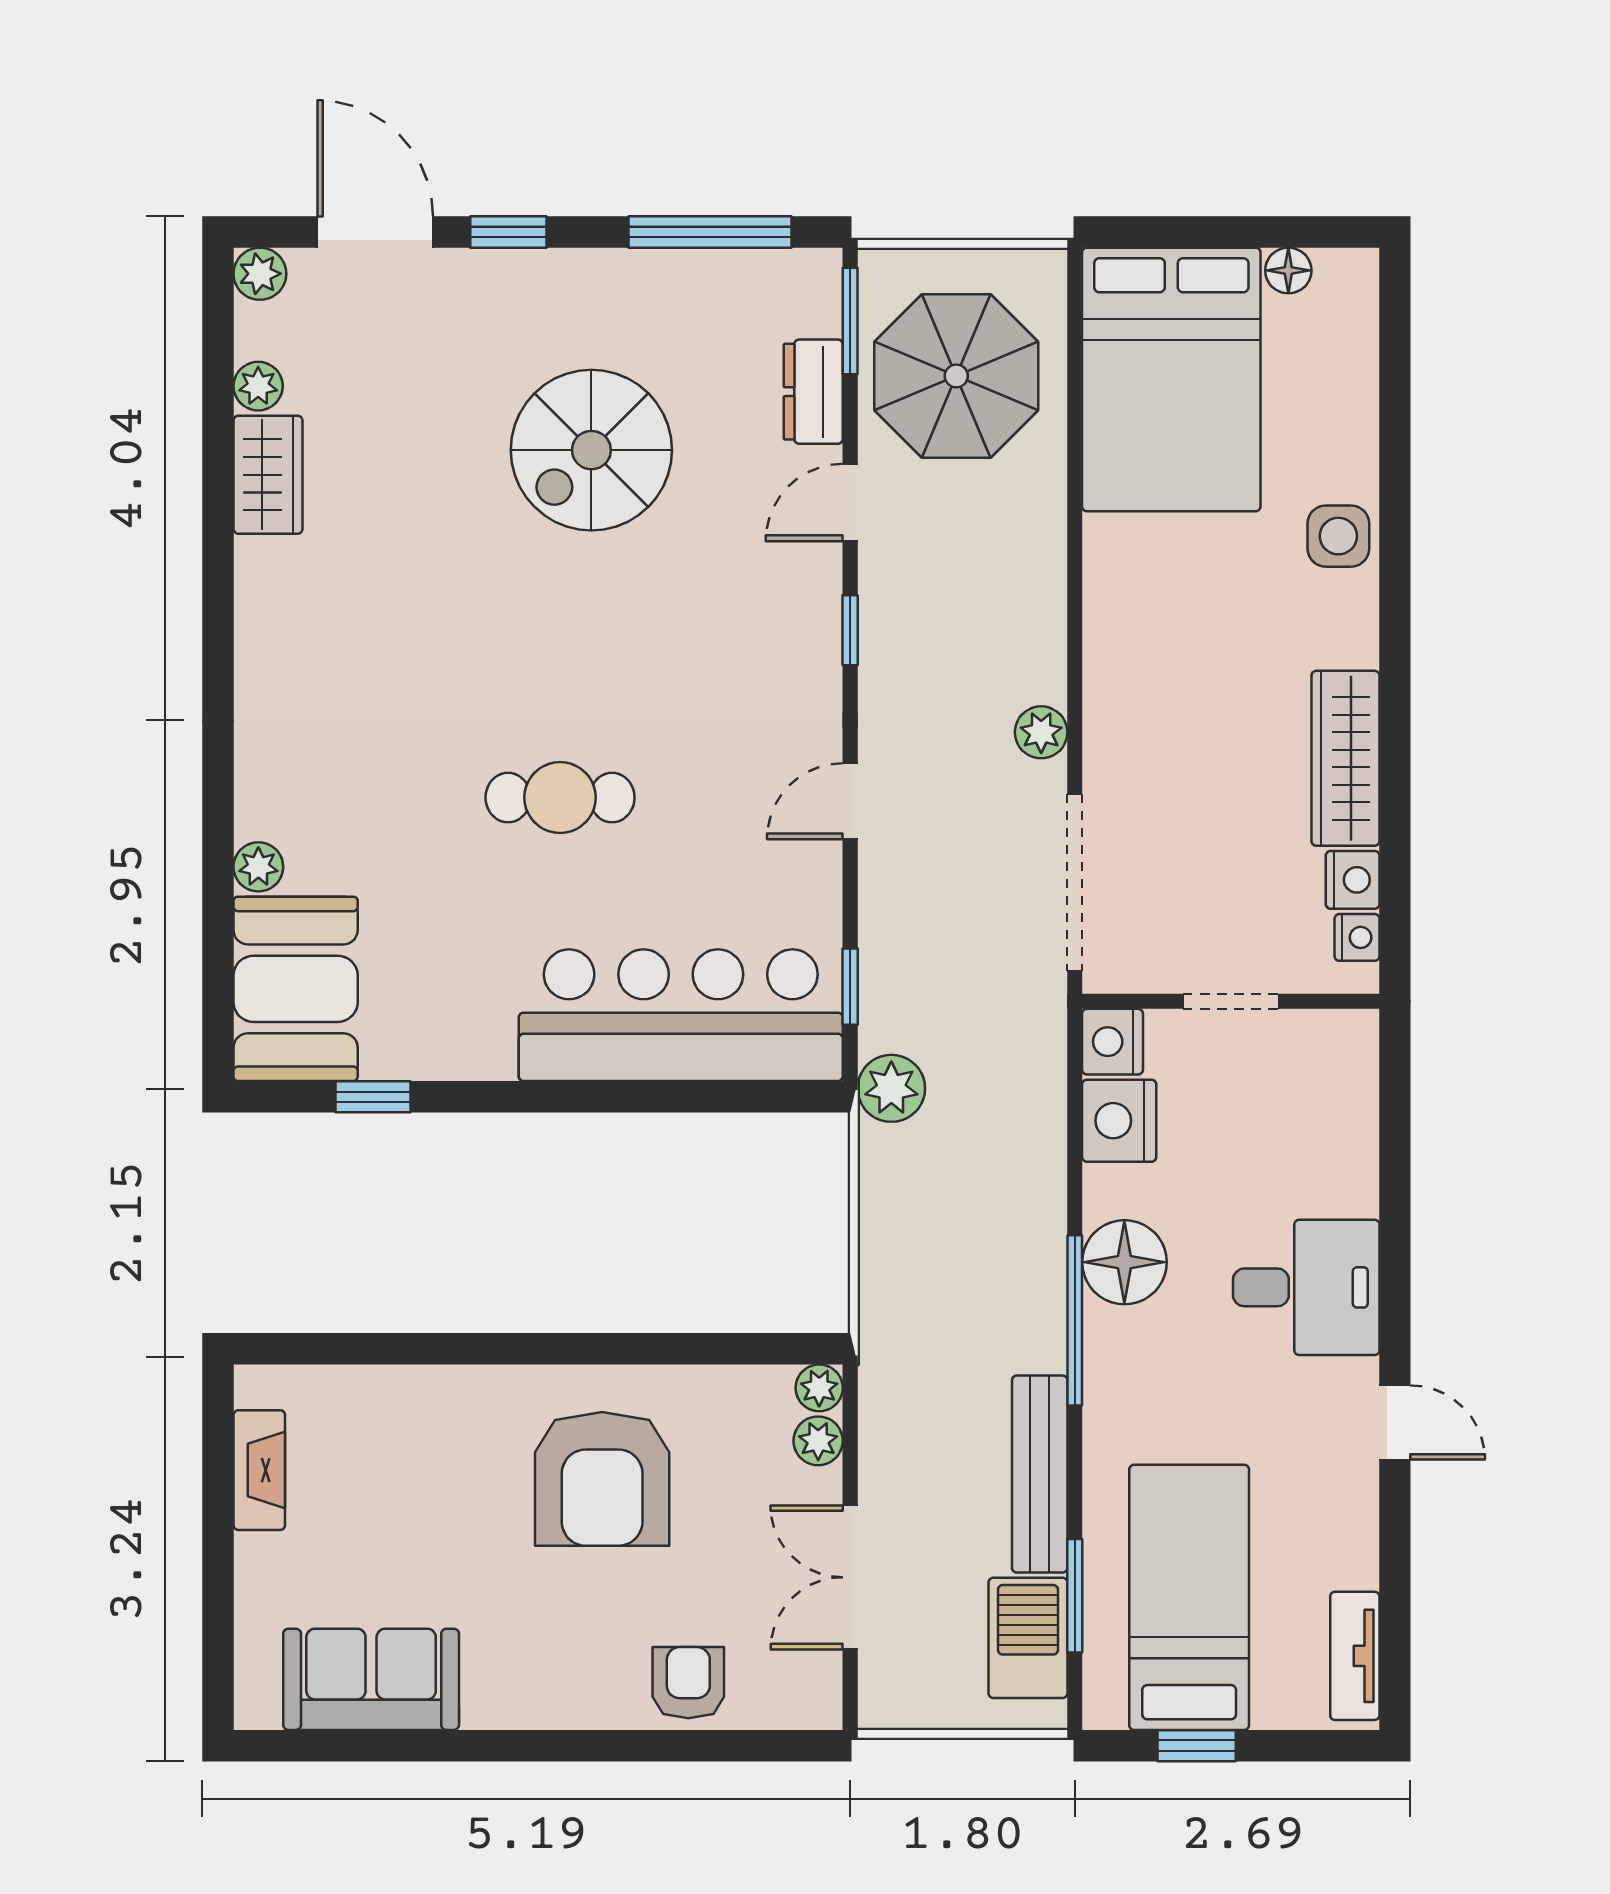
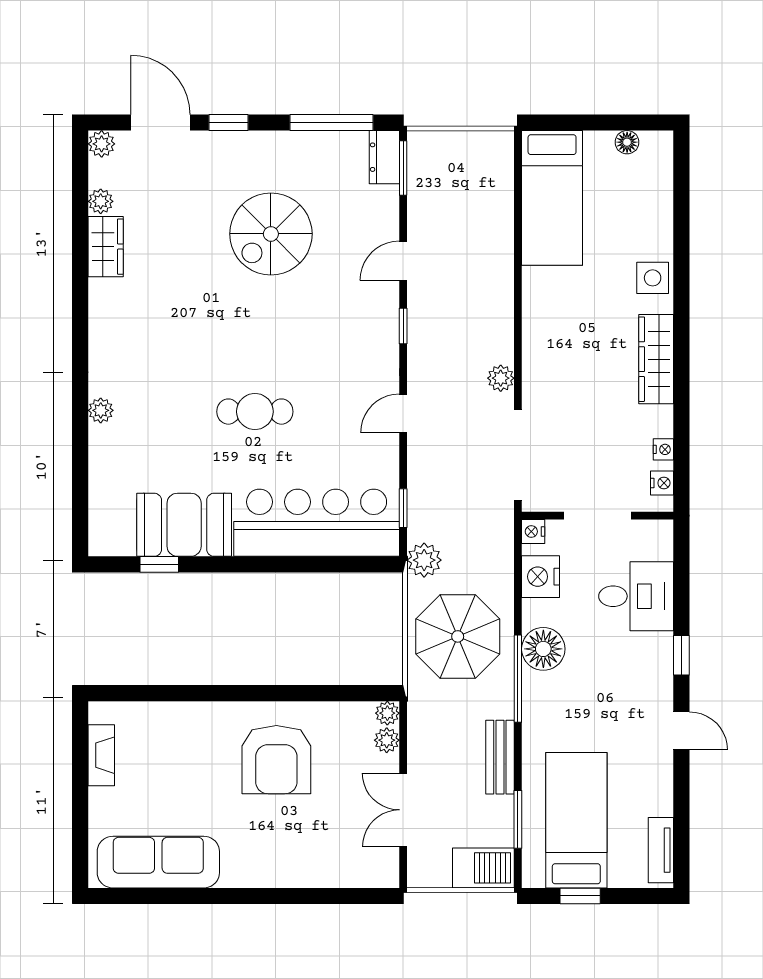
parasol: (956, 376) -> (458, 636), moved
bed: (1171, 379) -> (552, 198), width x0.67
dresser: (813, 392) -> (384, 157), moved
wardrobe: (1345, 758) -> (656, 359), moved
plant: (258, 867) -> (101, 410), moved
nightstand: (1353, 880) -> (663, 449), width x0.72, depth x0.74
booth: (296, 989) -> (184, 525), moved, turned 90
doorway: (1231, 1001) -> (598, 516), width x1.38
nightstand: (1113, 1042) -> (533, 532), width x0.72, depth x0.74
window: (1395, 1275) -> (681, 655), added
desk: (1306, 1287) -> (636, 596), moved
bench: (1040, 1474) -> (500, 757), width x0.73
barbecue: (1028, 1638) -> (483, 868), moved, turned 90
sofa: (371, 1679) -> (158, 862), width x1.36
armchair: (688, 1683) -> (320, 864), removed

